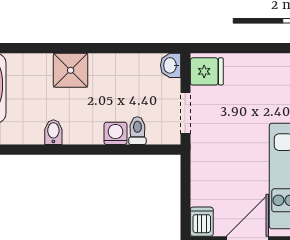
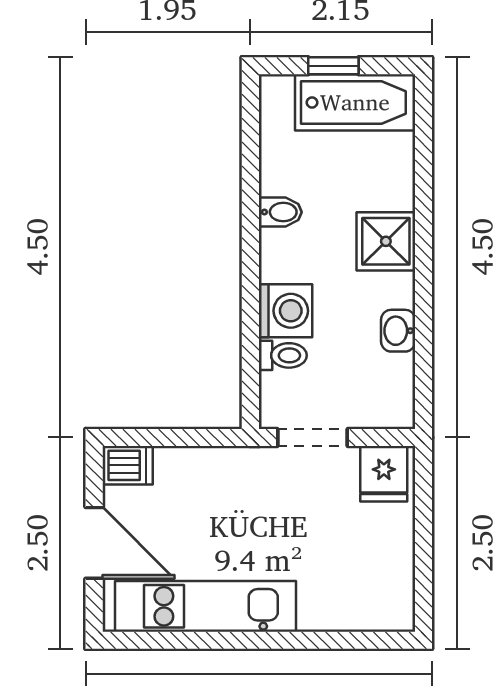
washbasin: (171, 65) -> (398, 331), moved, turned -90
washing machine: (116, 133) -> (285, 311), width x1.38, depth x1.38

